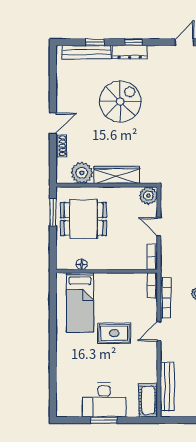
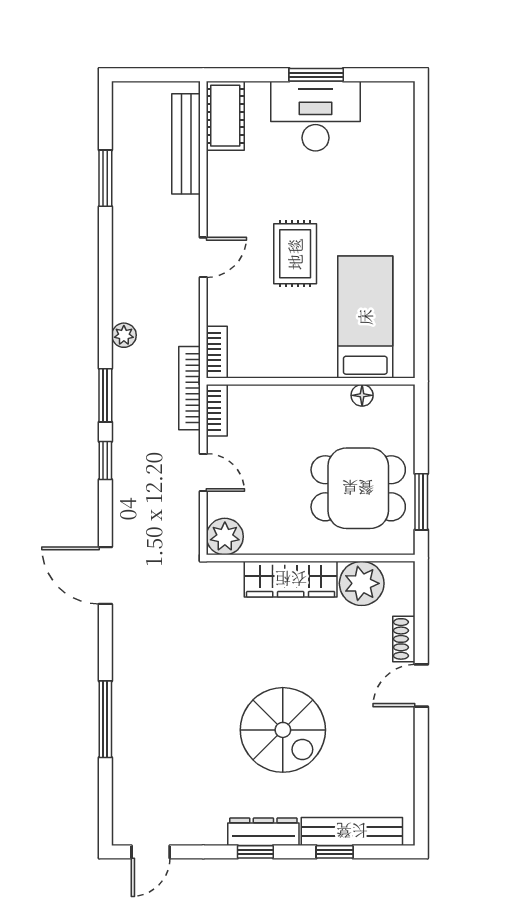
spiral stairs: (120, 102) -> (283, 730), turned -90
bookcase: (166, 298) -> (189, 388), moved
rug: (114, 333) -> (295, 254), turned 90

